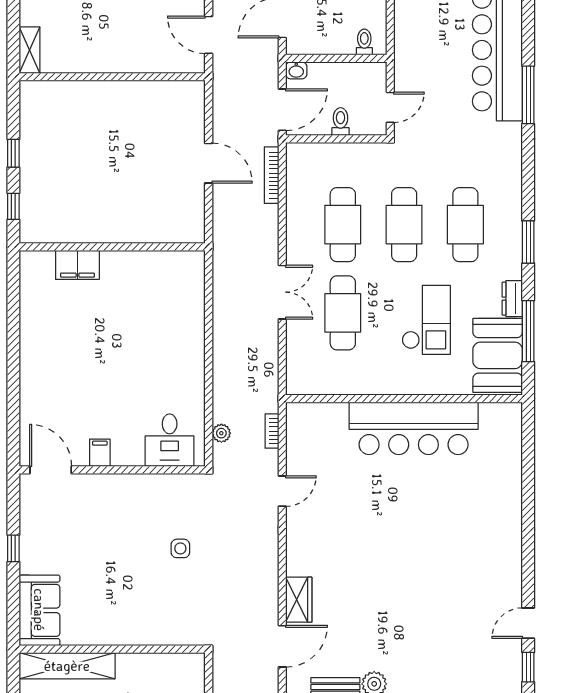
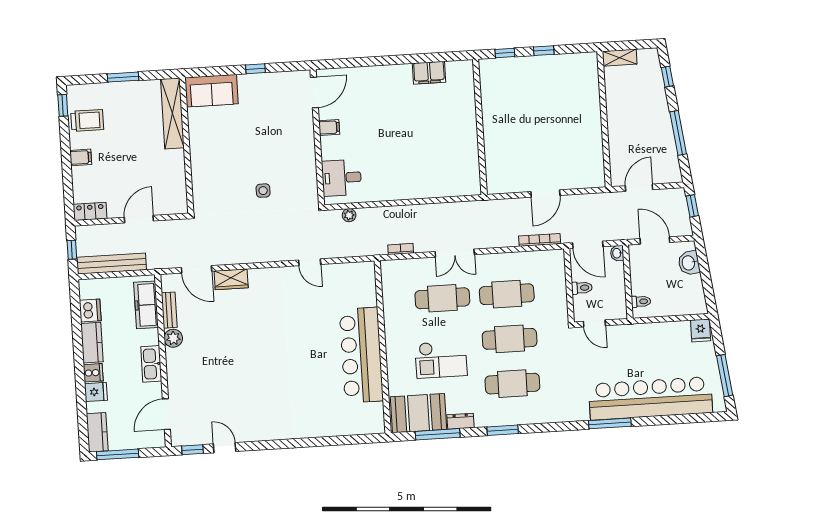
filing cabinet: (77, 265) -> (429, 73), moved, turned -90
bookcase: (272, 431) -> (401, 249), moved

